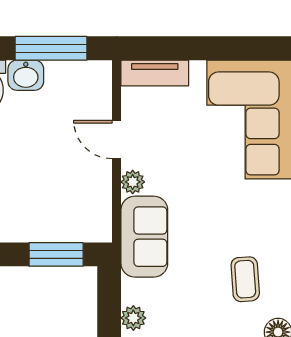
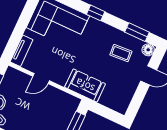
plant: (133, 182) -> (61, 80), removed
plant: (133, 318) -> (116, 105), removed

